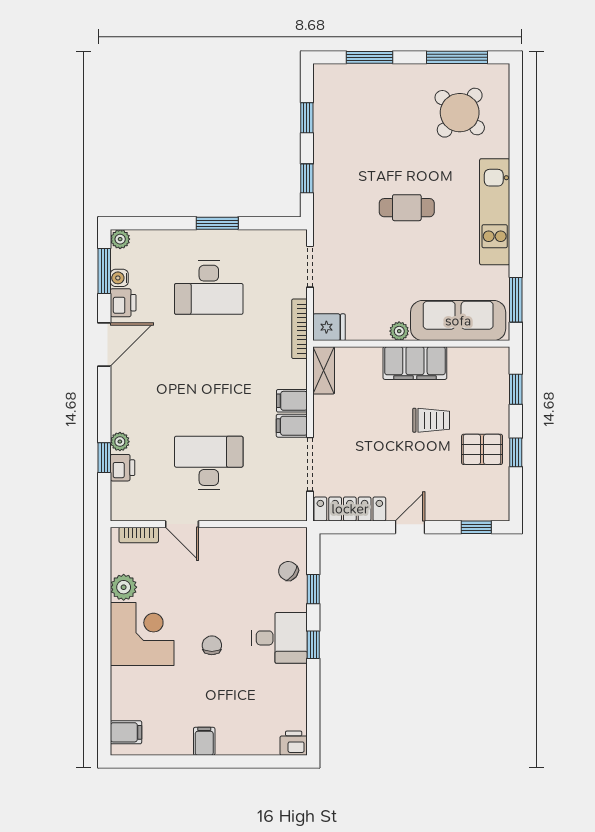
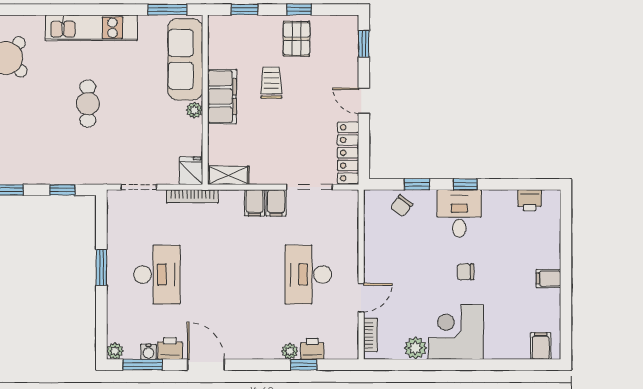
printer: (294, 743) -> (530, 200), moved, turned -90

